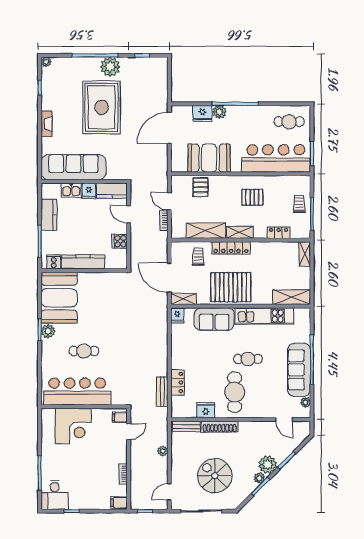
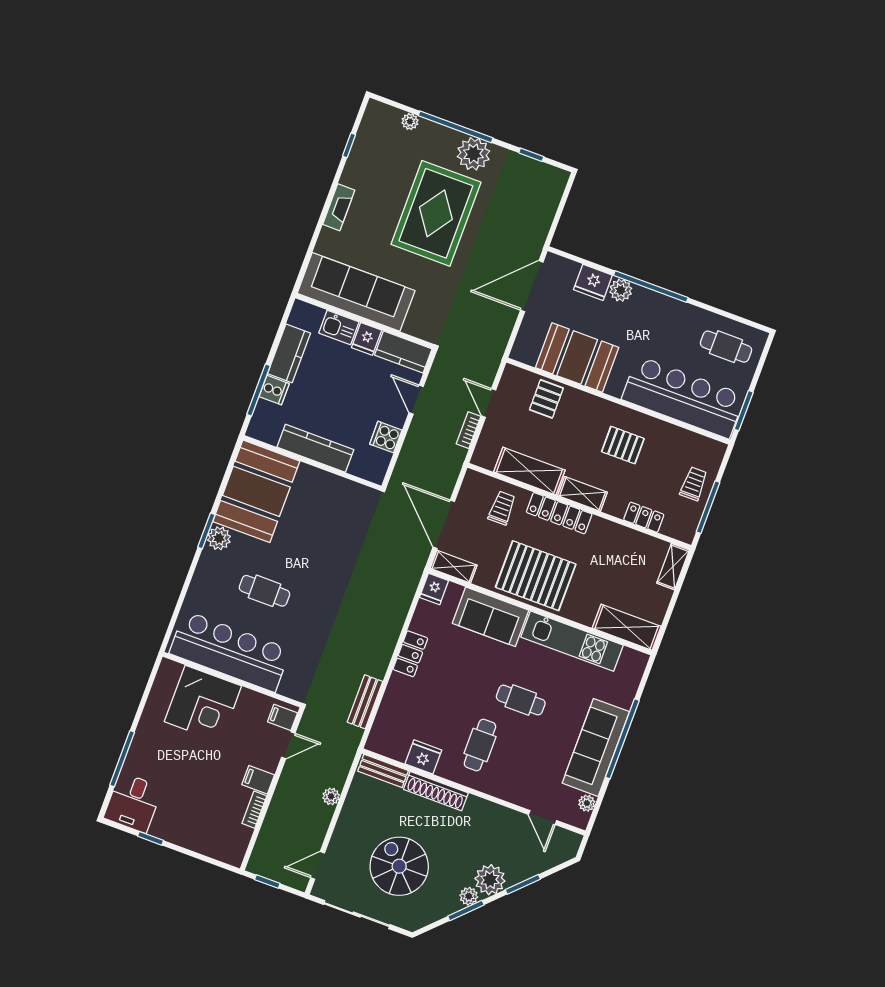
plant: (46, 62) -> (410, 121), moved
cooker: (54, 262) -> (274, 390), moved, turned 90
locker: (177, 382) -> (410, 654), moved
cafe table: (235, 392) -> (480, 745), width x0.73, depth x0.74
filing cabinet: (119, 503) -> (258, 780), moved

